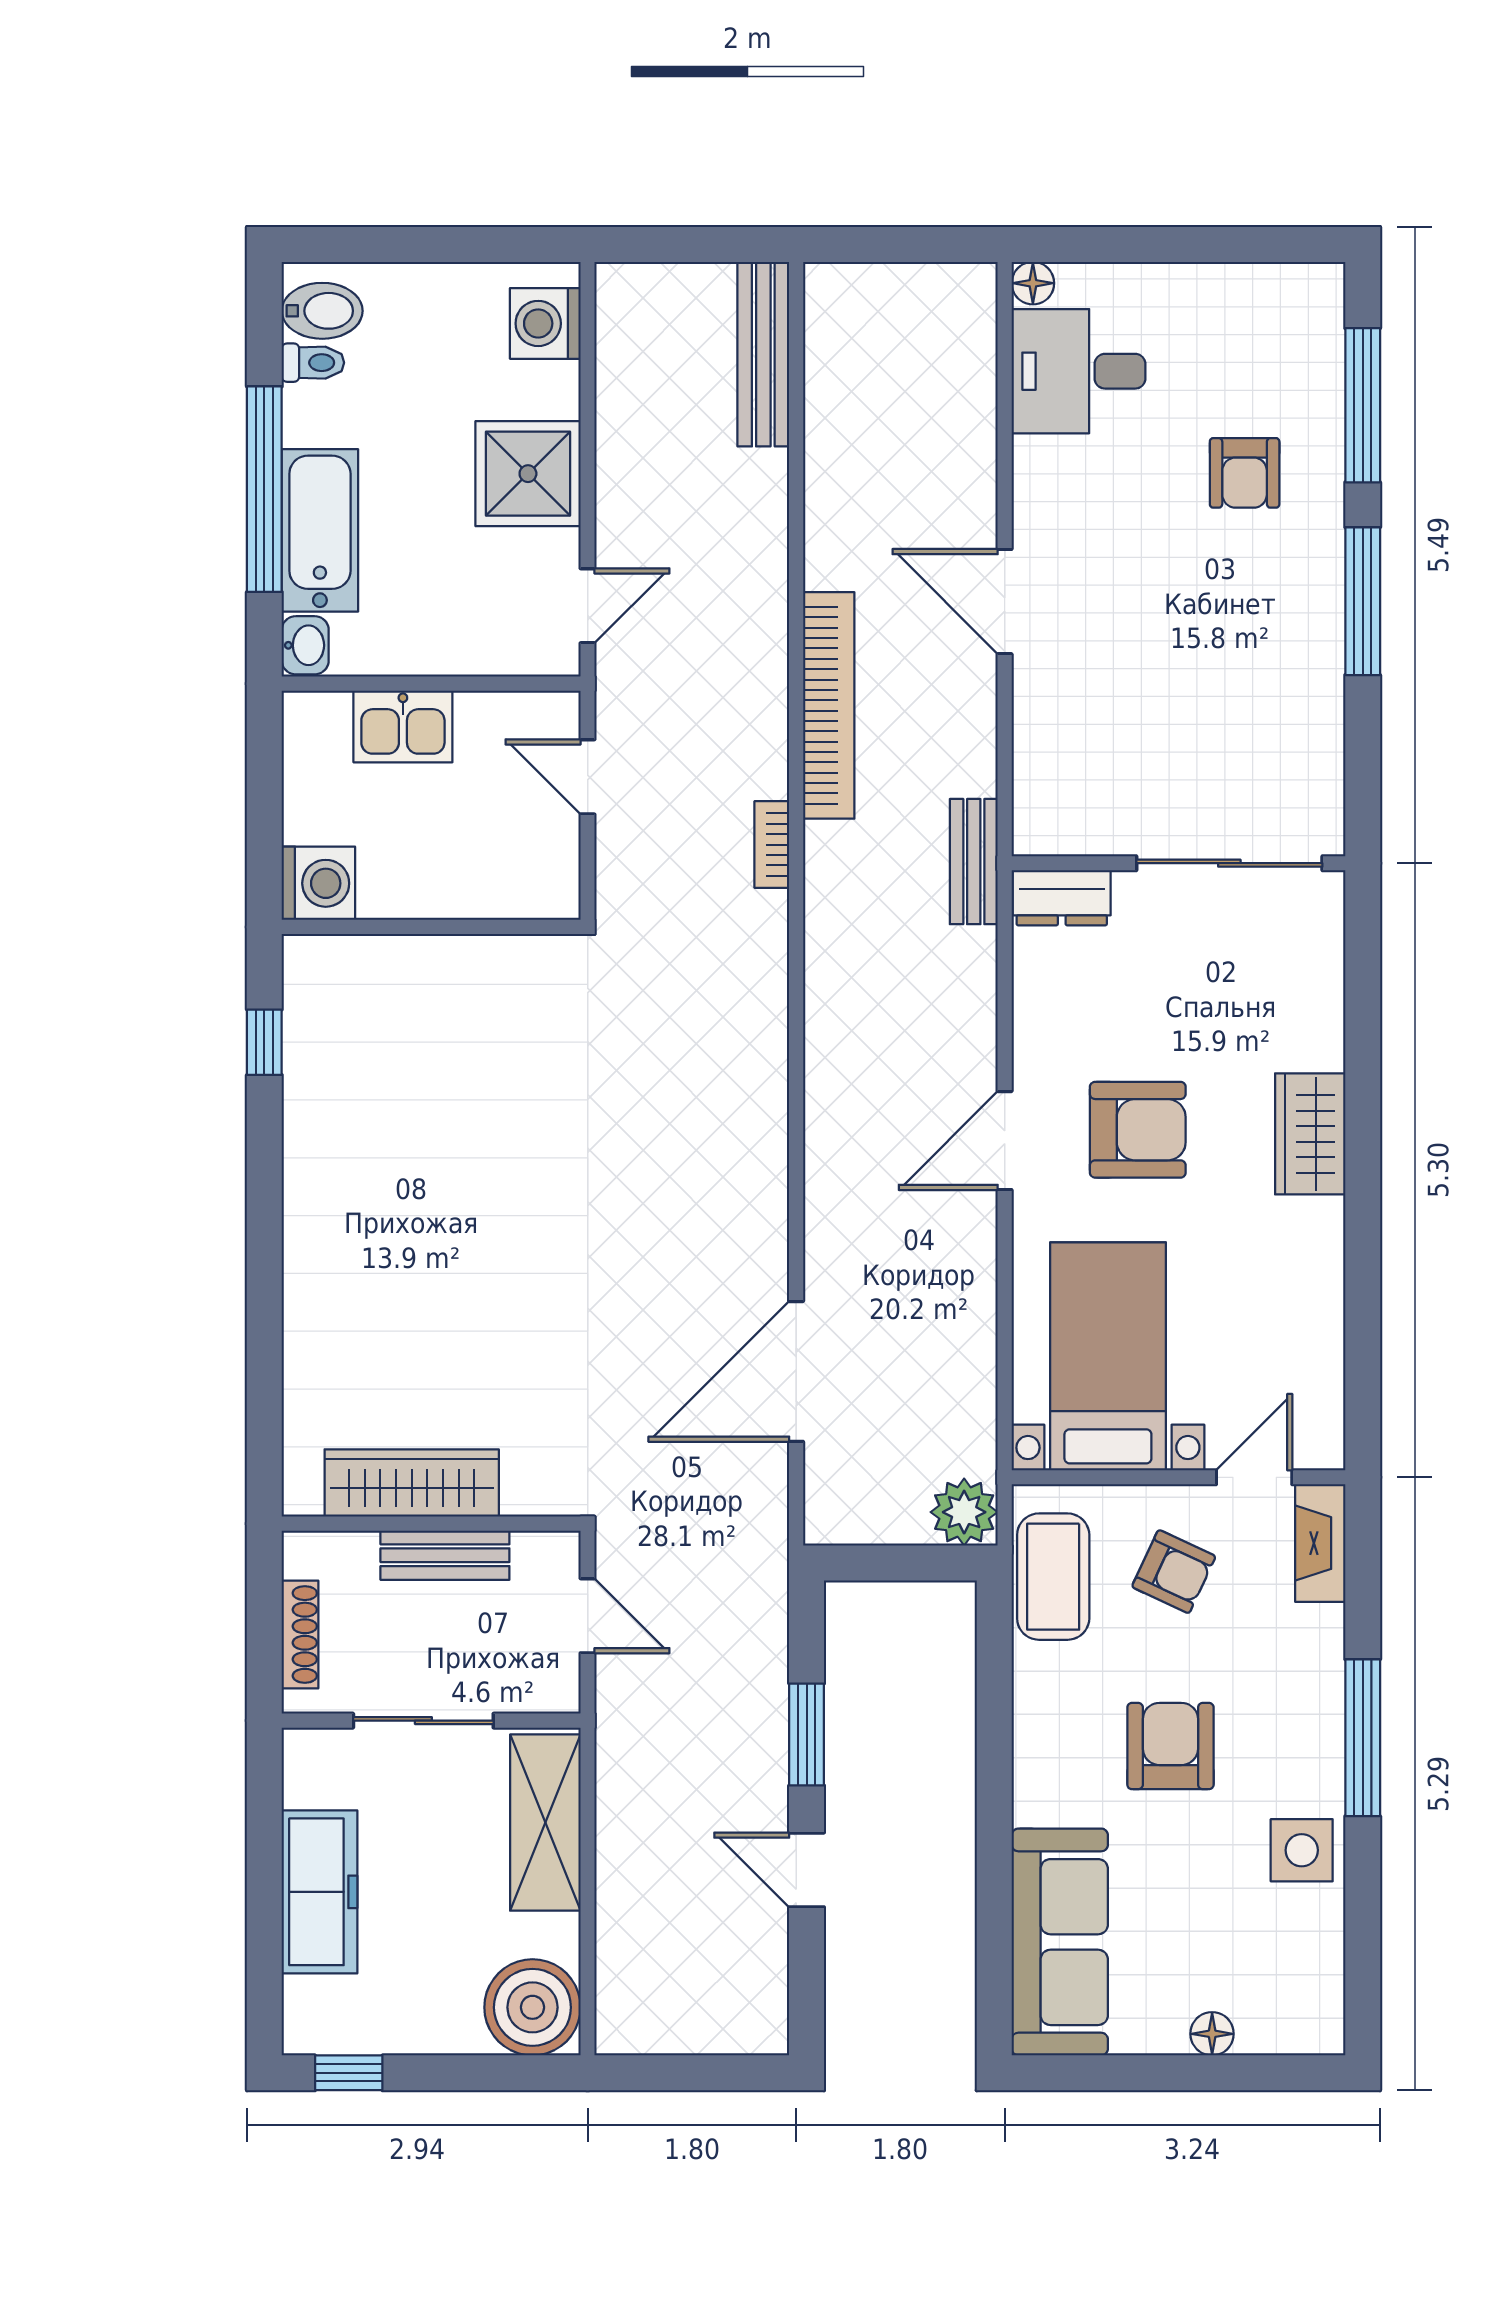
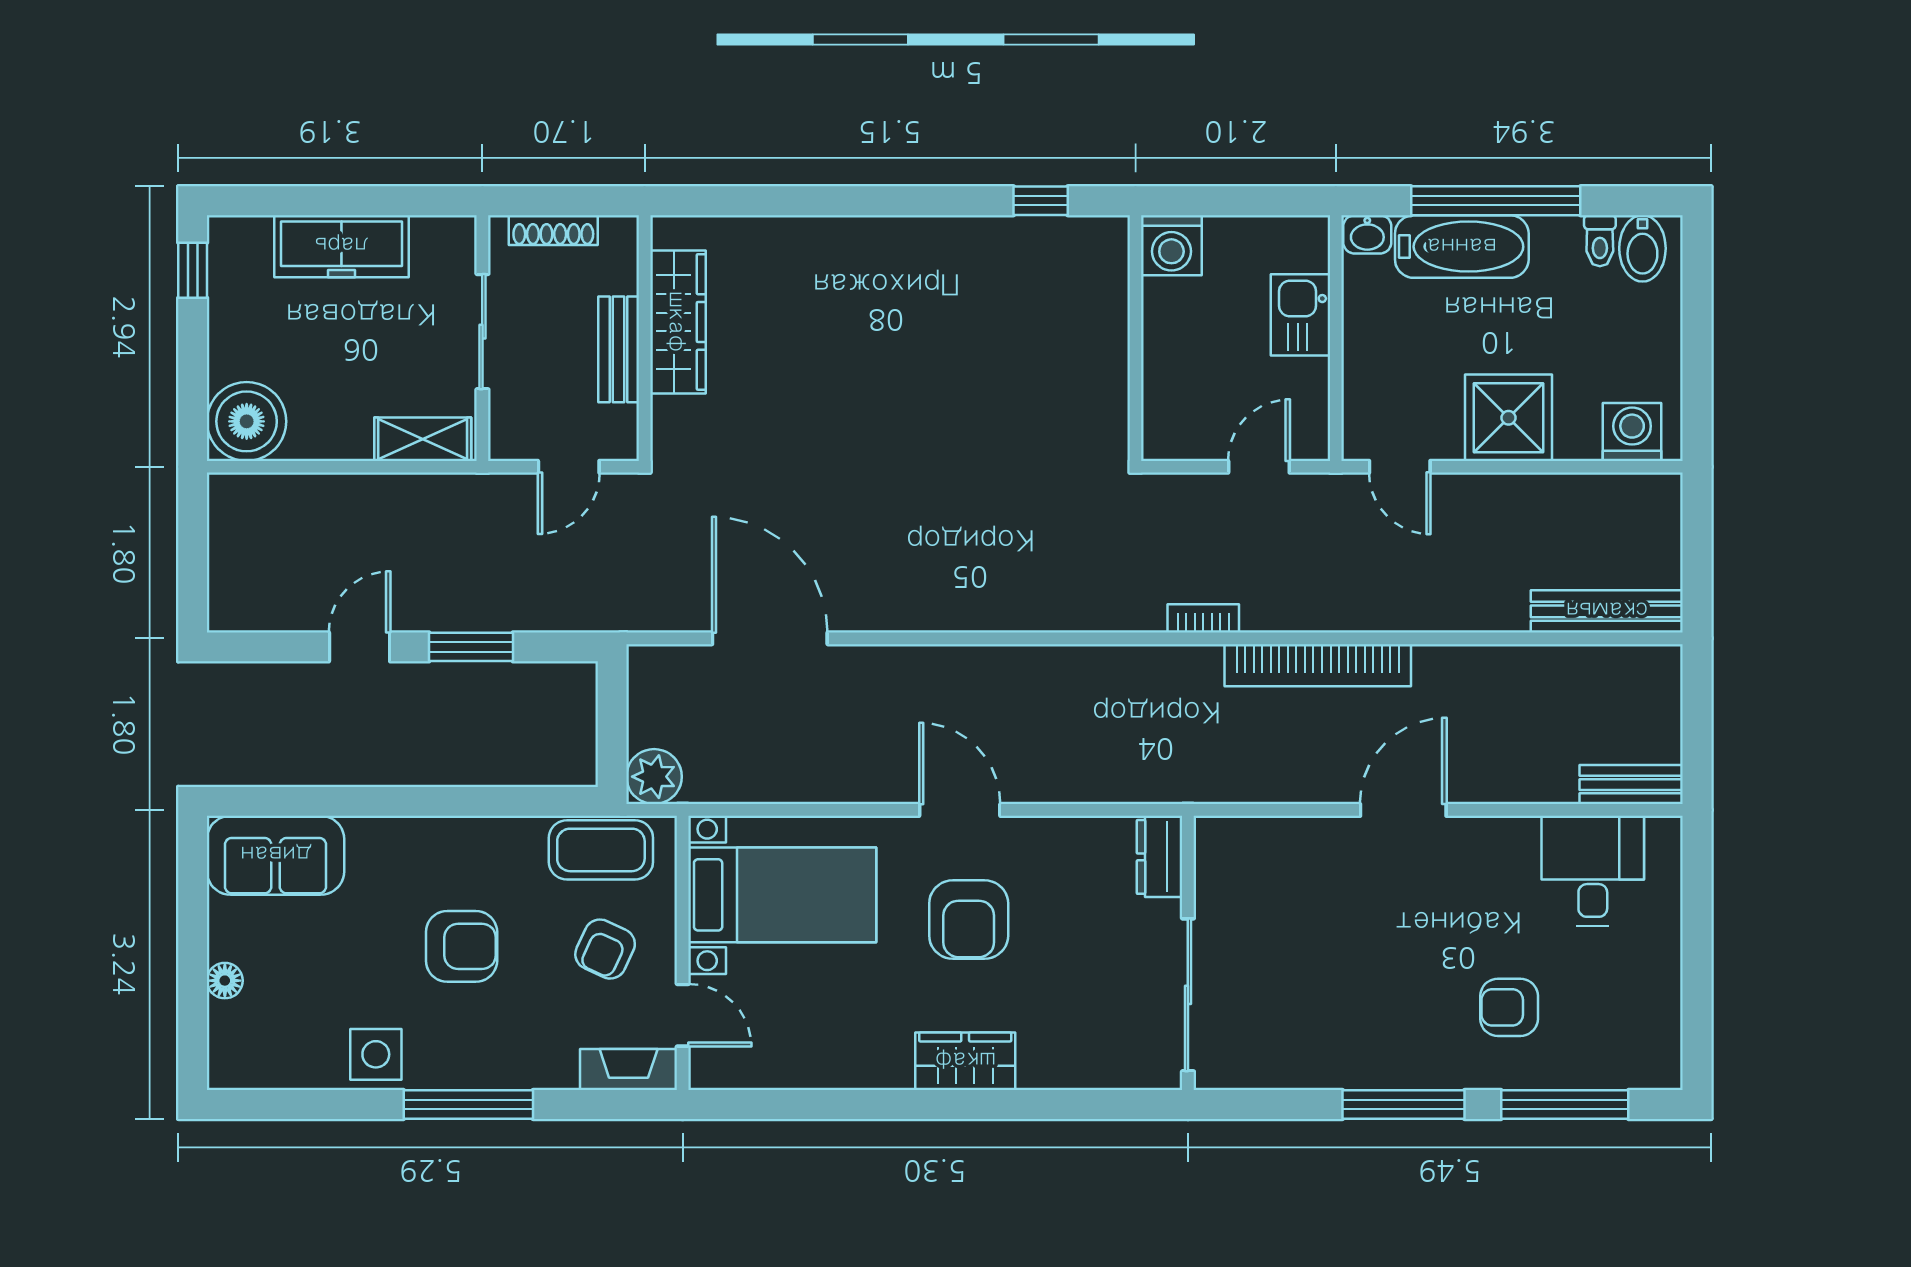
floor lamp: (1033, 283) -> (1665, 833), removed
bench: (974, 862) -> (1631, 785), moved
shelving: (545, 1823) -> (423, 439), width x0.67, depth x0.75
sofa: (1060, 1942) -> (276, 855), width x0.73

